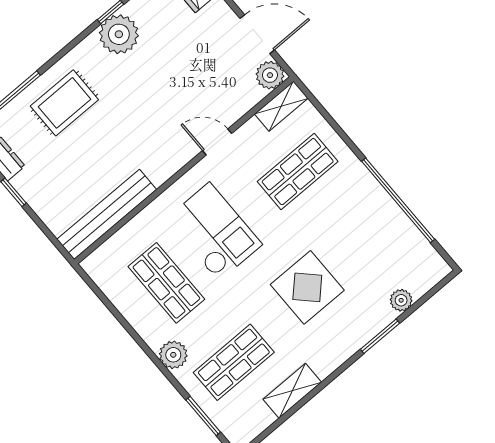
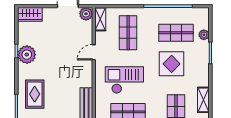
shop shelf: (365, 251) -> (176, 33), added

